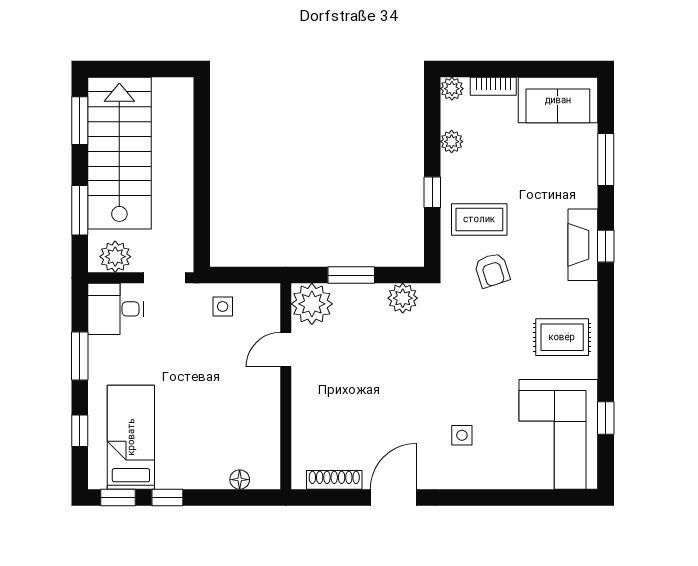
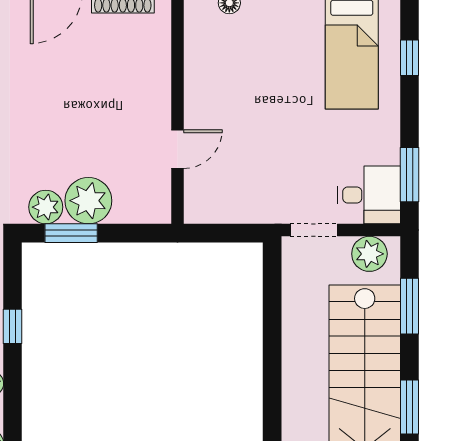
window: (351, 275) -> (71, 233), moved
plant: (312, 304) -> (88, 201), moved
side table: (223, 307) -> (248, 198), removed
window: (80, 356) -> (410, 175), moved

